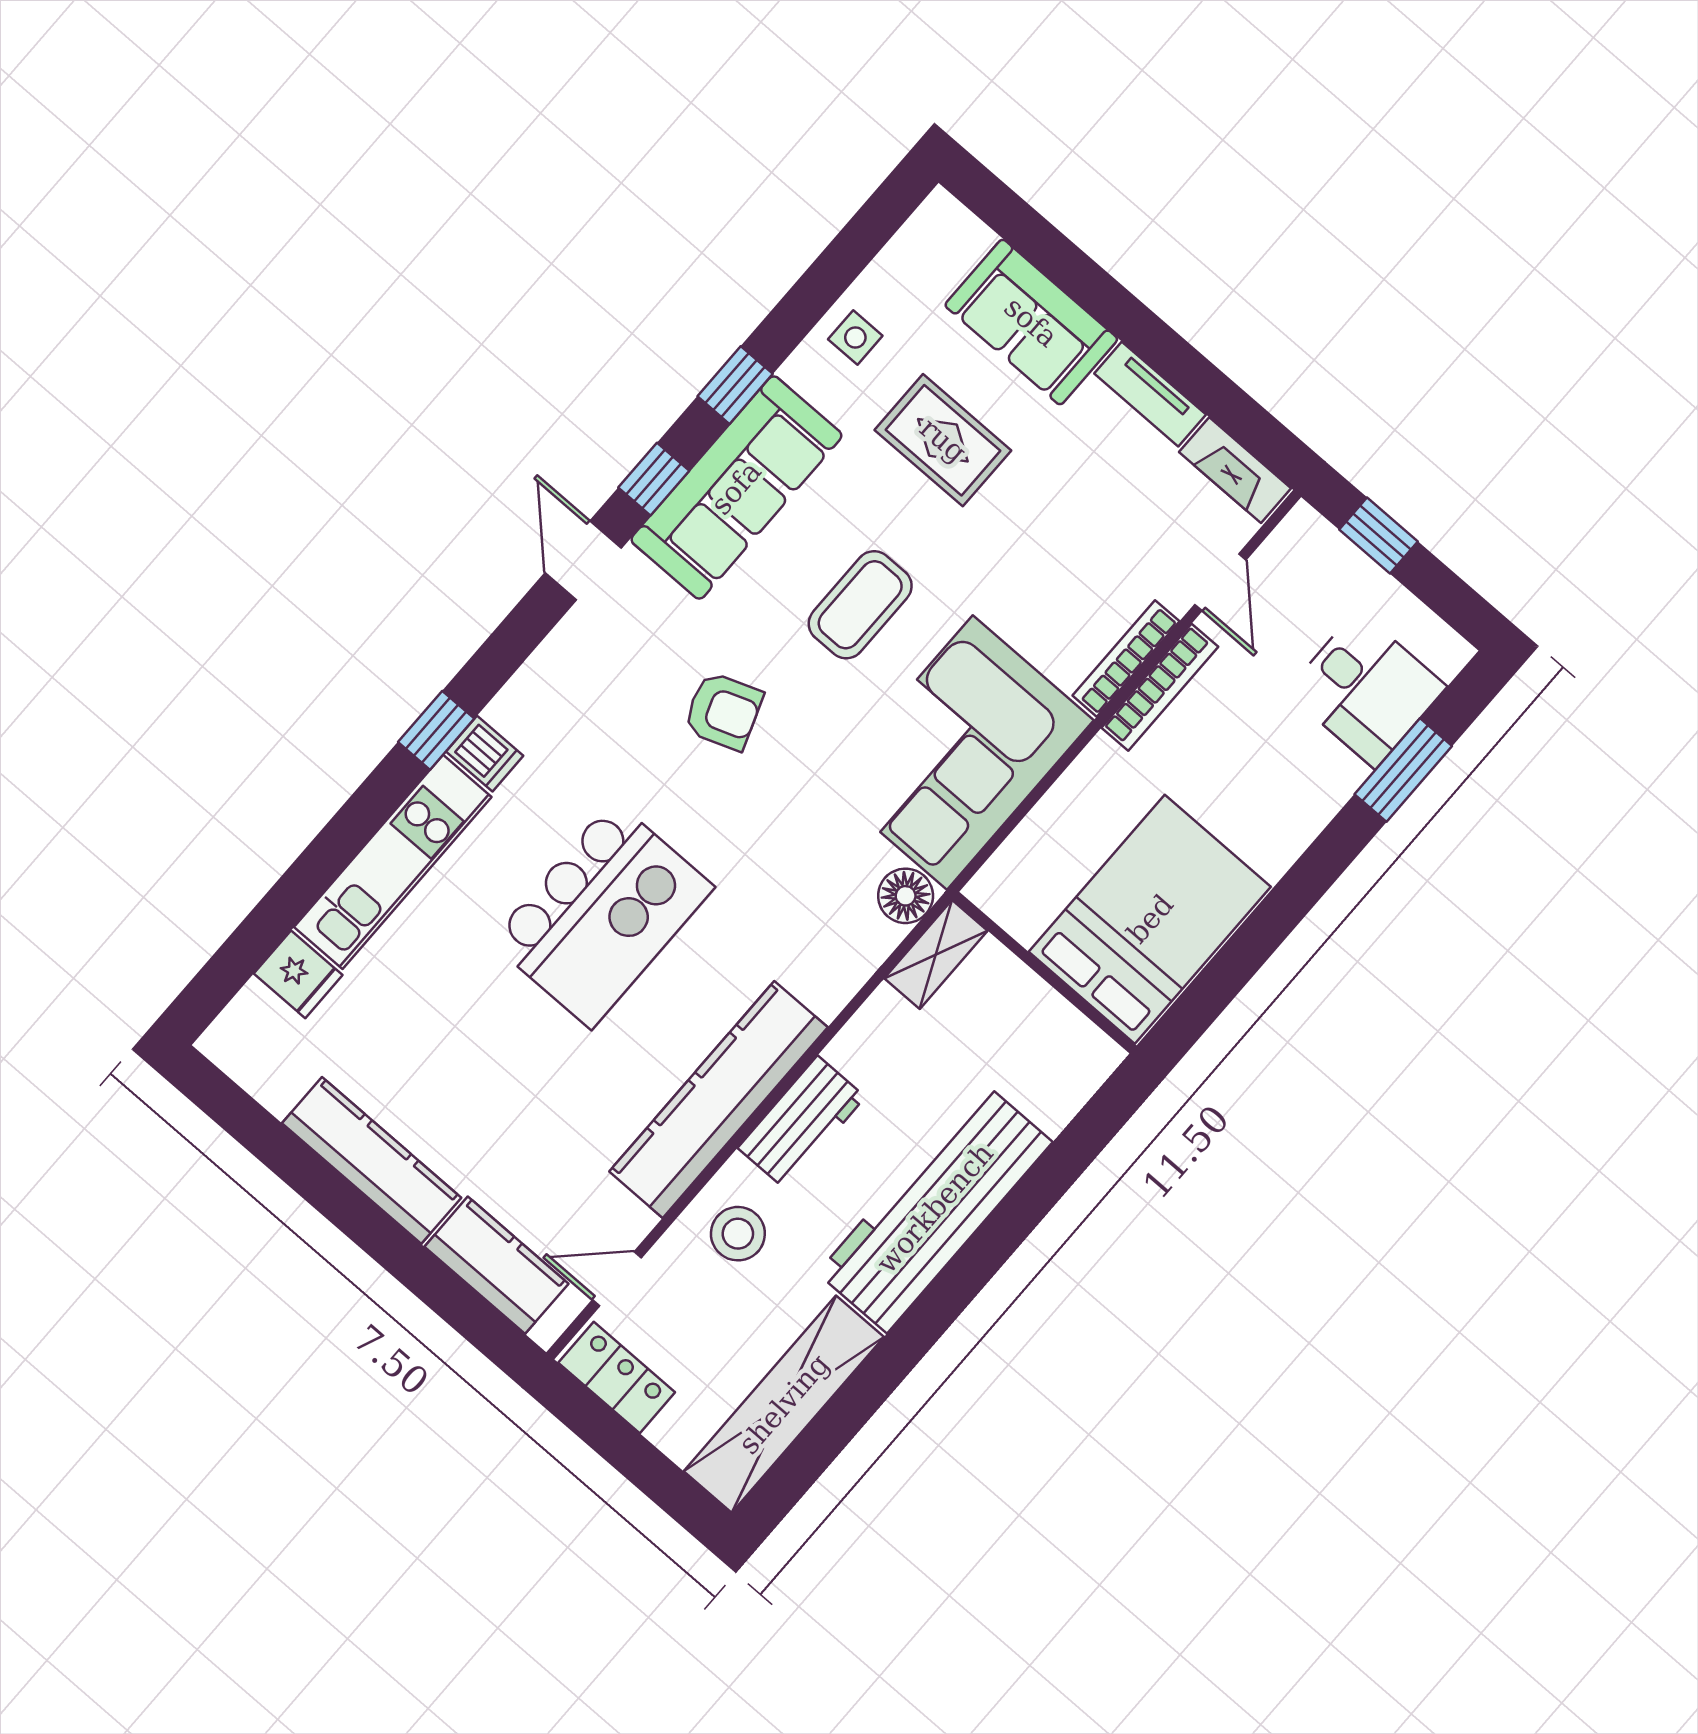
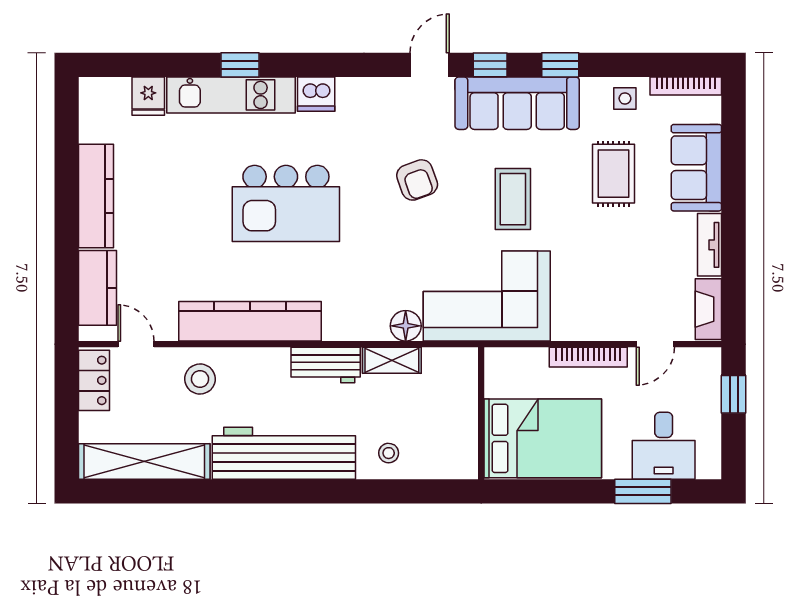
coffee table: (860, 605) -> (513, 199), turned 90
bookcase: (1126, 658) -> (686, 86), moved, turned 180
window: (436, 730) -> (240, 65), moved
dishwasher: (485, 754) -> (316, 94), width x1.38
bed: (1150, 919) -> (543, 438), moved
wall: (1044, 973) -> (481, 413), moved
stool: (1057, 1067) -> (389, 453), added
workbench: (801, 1122) -> (326, 365), moved

